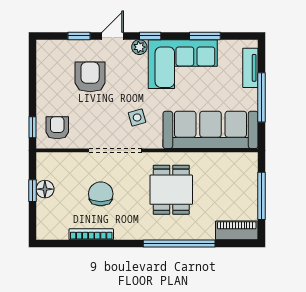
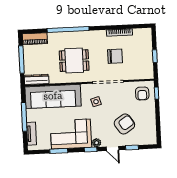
door: (113, 36) -> (112, 148), hinge flipped
armchair: (90, 77) -> (124, 124), turned -124
dresser: (237, 160) -> (37, 79), added
floor lamp: (45, 189) -> (148, 57), removed
dining table: (171, 190) -> (74, 61), turned 90
chair: (101, 194) -> (115, 56), turned -90

